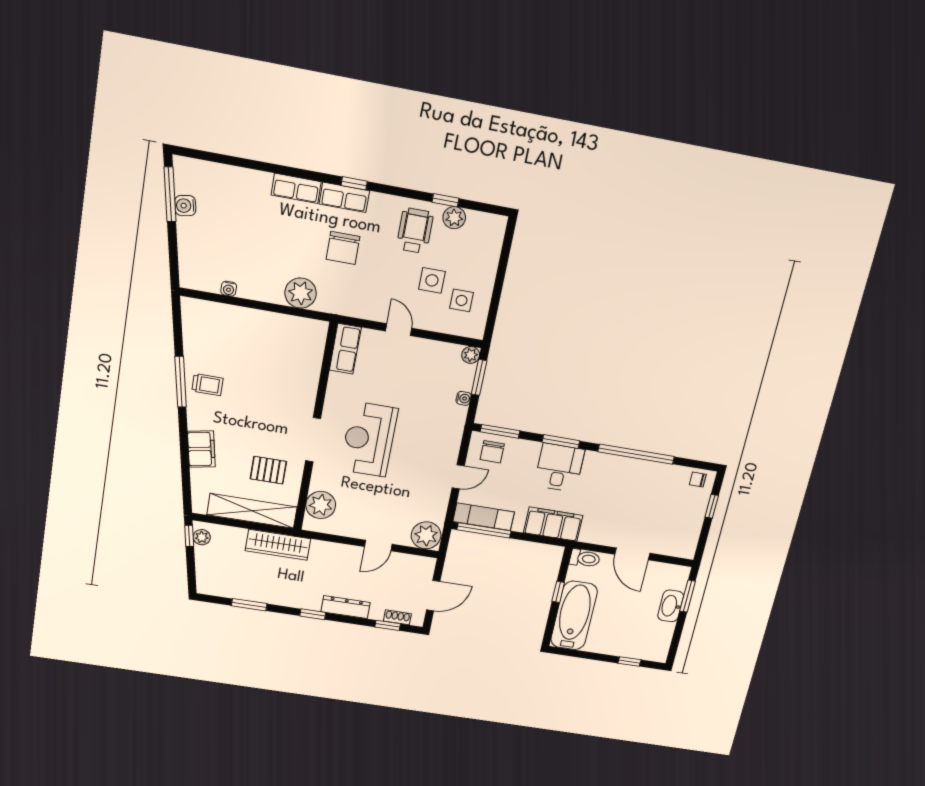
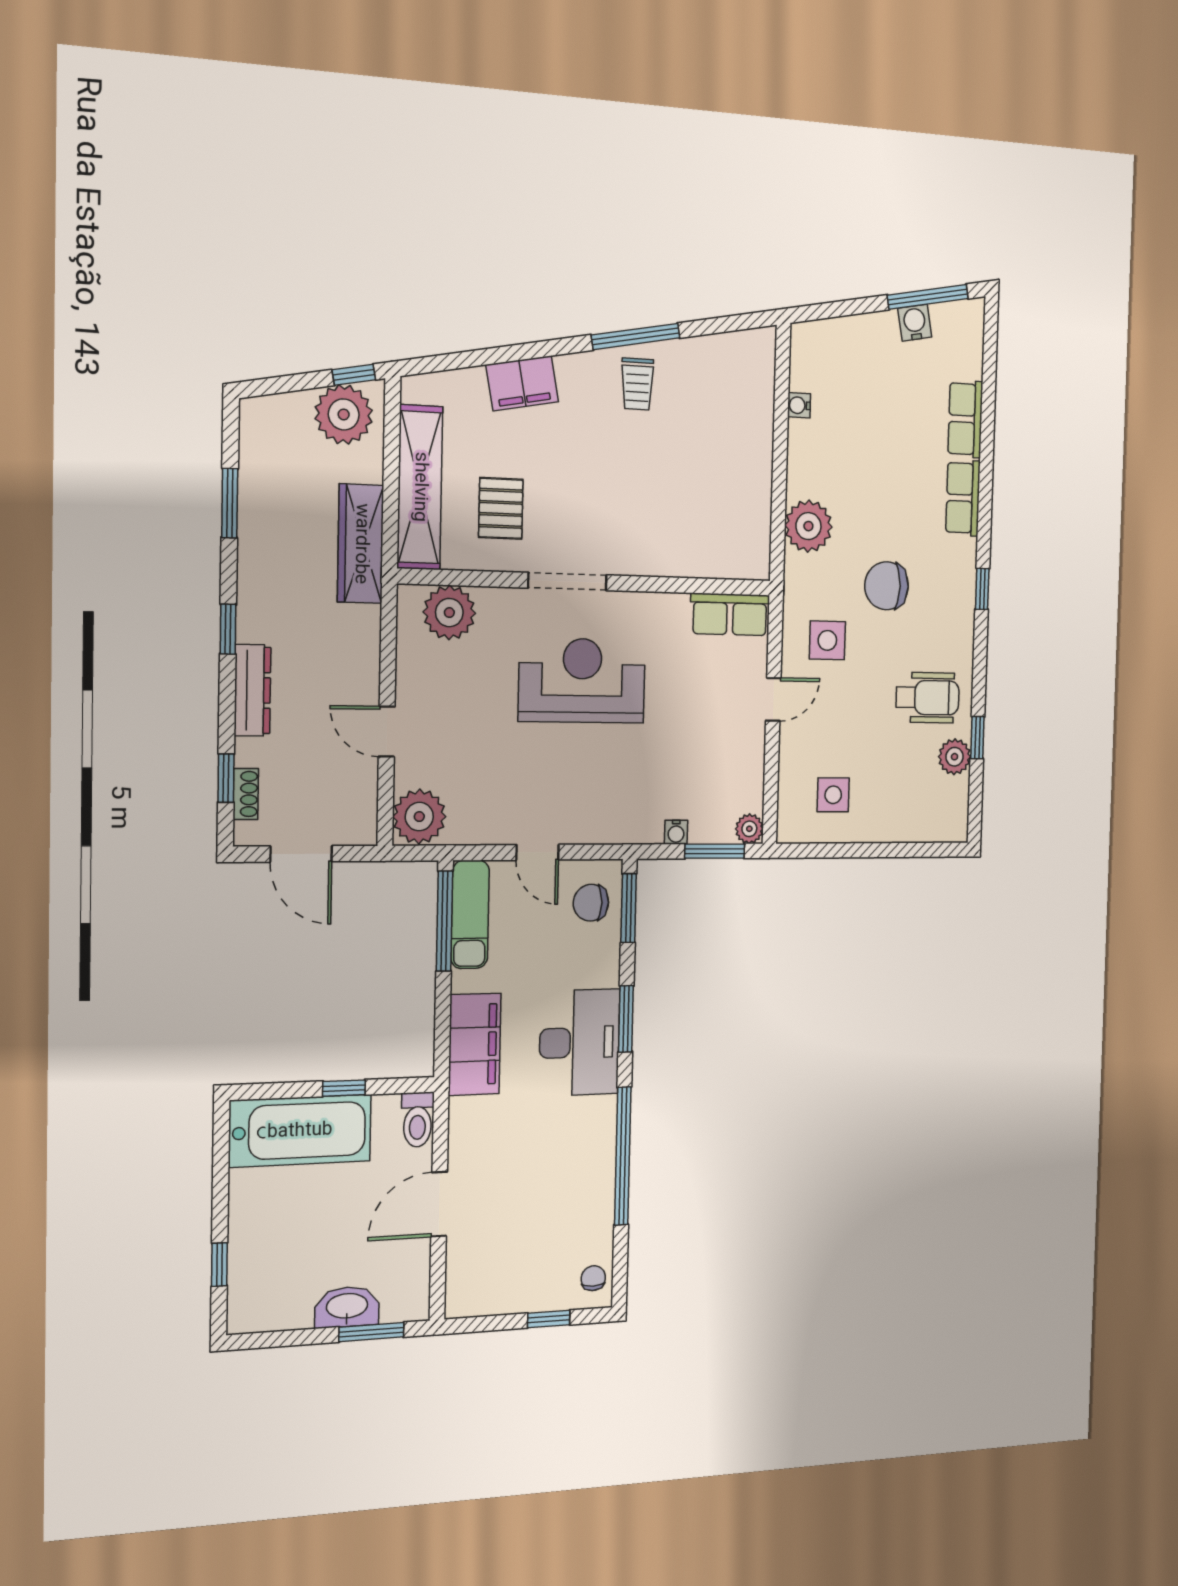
row of seats: (344, 197) -> (965, 419), moved
side table: (432, 280) -> (827, 640), moved
desk: (559, 468) -> (579, 1042), width x1.37
plant: (202, 537) -> (344, 414), width x1.88, depth x1.88

